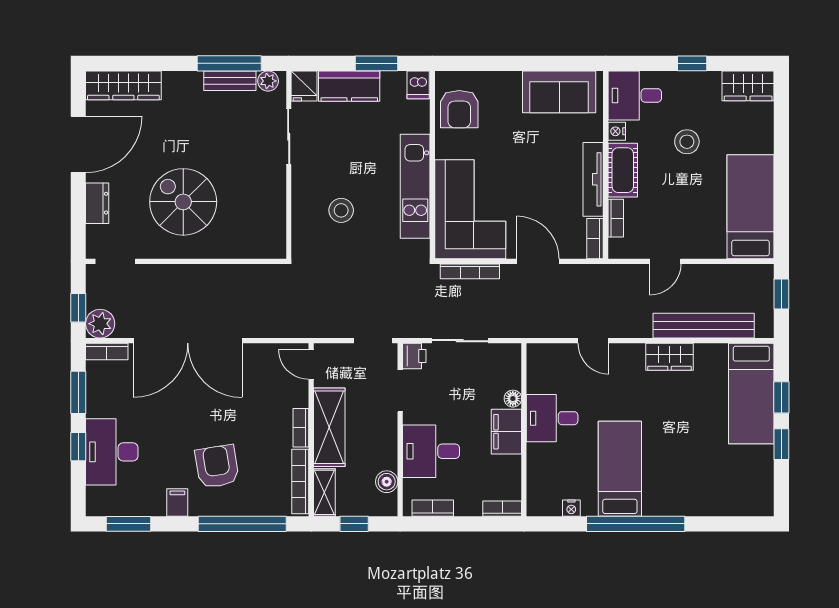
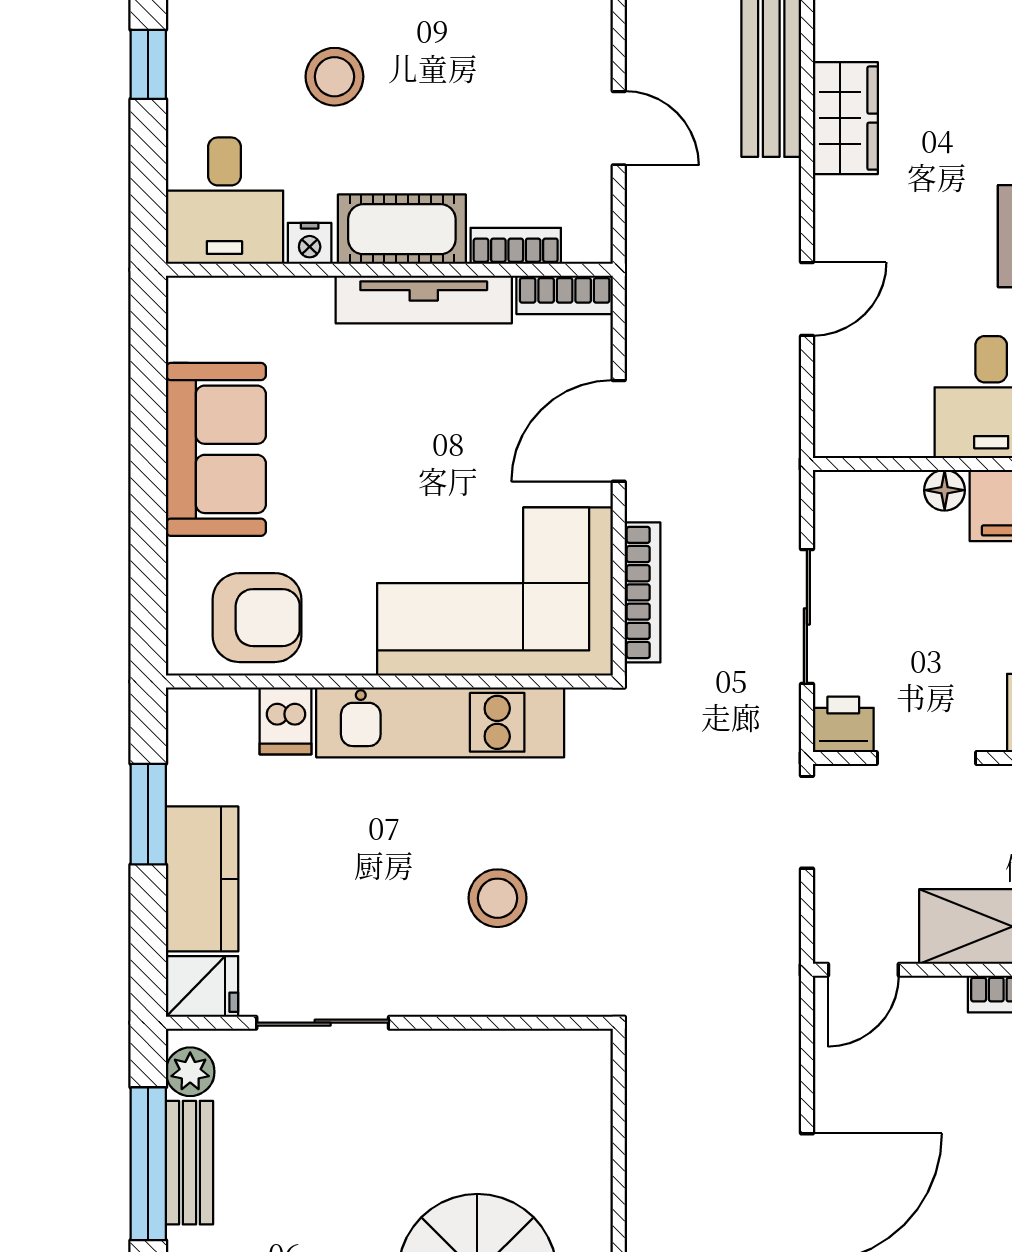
dishwasher: (418, 85) -> (286, 721), moved, turned 90
sofa: (559, 92) -> (216, 449), moved

